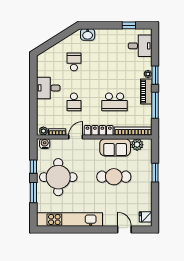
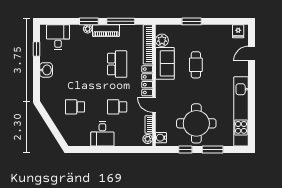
washbasin: (88, 35) -> (46, 70), moved
school desk: (74, 102) -> (117, 107), turned 180
cafe table: (114, 177) -> (196, 65), width x0.73, depth x0.74

